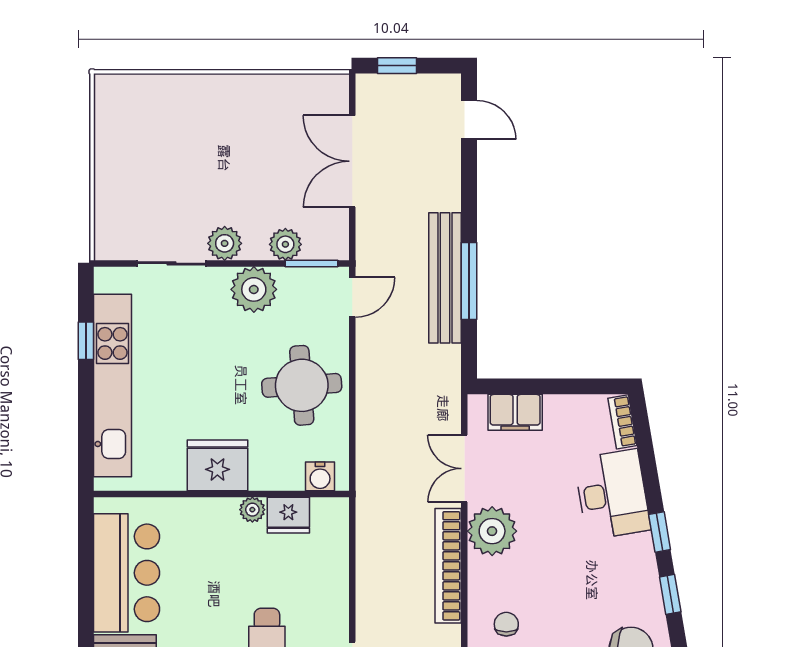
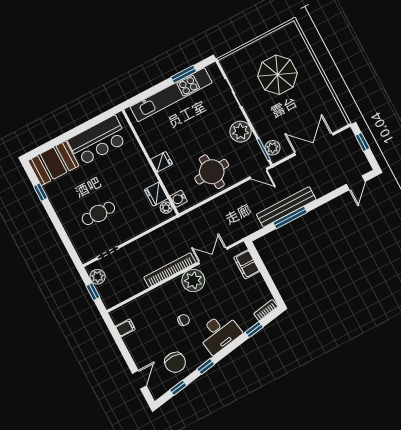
parasol: (182, 161) -> (278, 75), added
plant: (225, 243) -> (253, 110), removed
plant: (285, 244) -> (273, 148), moved
window: (86, 341) -> (184, 74), width x1.50
fridge: (217, 465) -> (162, 162), width x0.53, depth x0.75
desk: (612, 494) -> (219, 333), moved
plant: (252, 510) -> (166, 208), moved
window: (660, 532) -> (254, 330), moved
chair: (506, 624) -> (184, 320), moved

